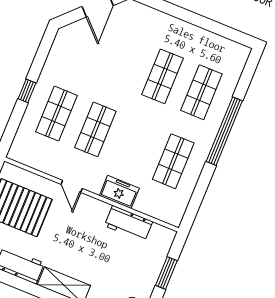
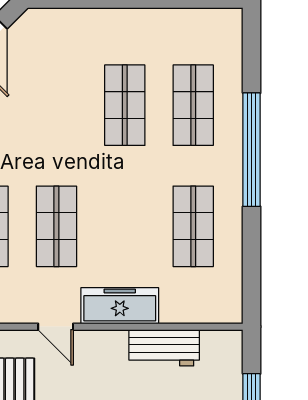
freezer: (119, 192) -> (120, 306), width x1.40

